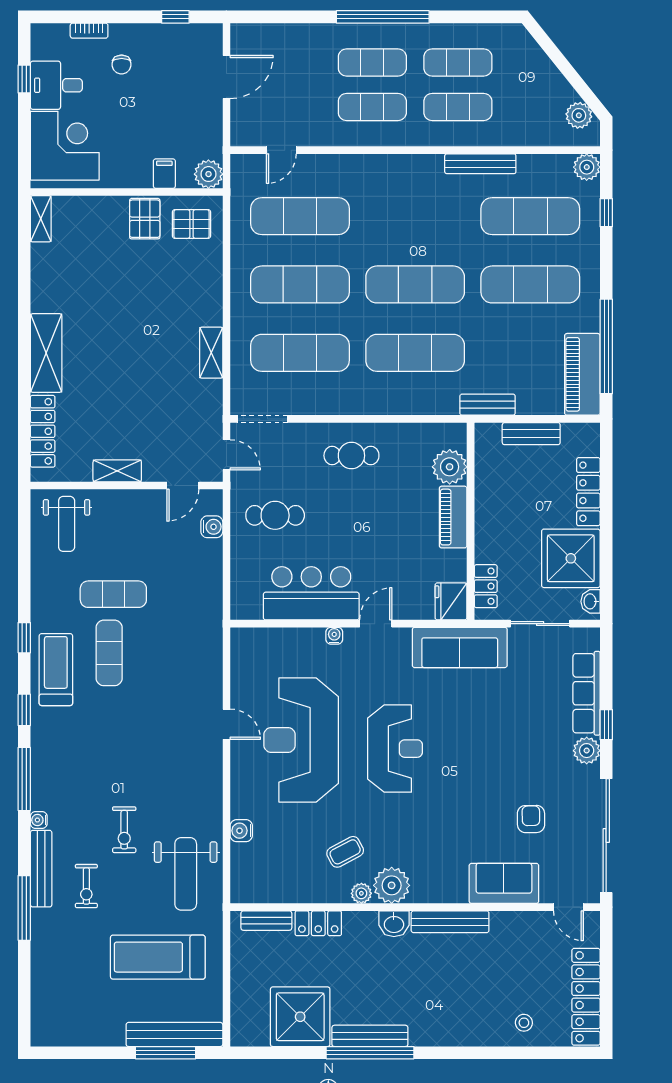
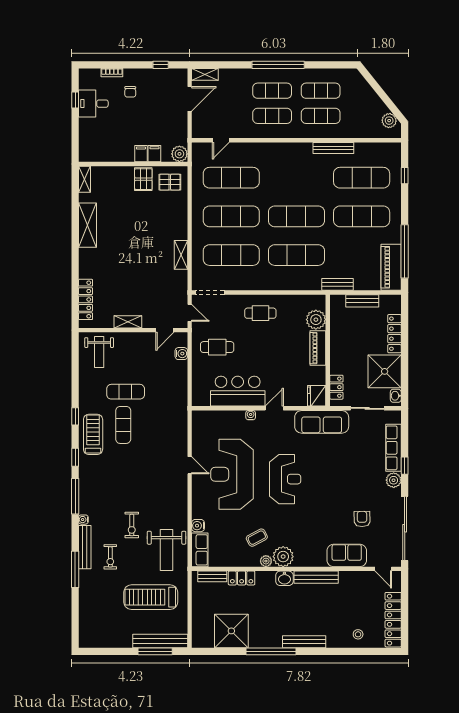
shelving: (253, 34) -> (205, 74), added
corner desk: (65, 146) -> (98, 138), removed
plant: (587, 167) -> (394, 150), removed
filing cabinet: (140, 174) -> (141, 154), added
shelving: (46, 353) -> (88, 225), moved
row of seats: (244, 874) -> (200, 550), added
bench: (370, 1036) -> (304, 642), moved

